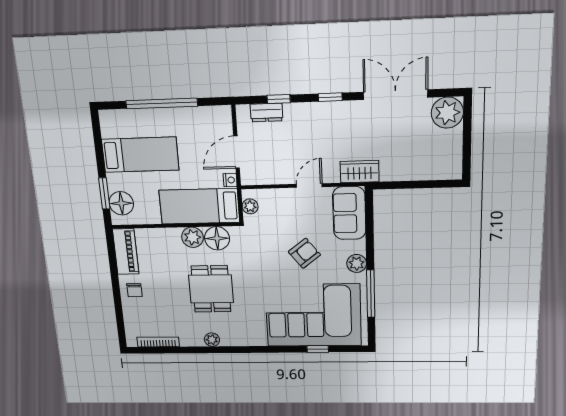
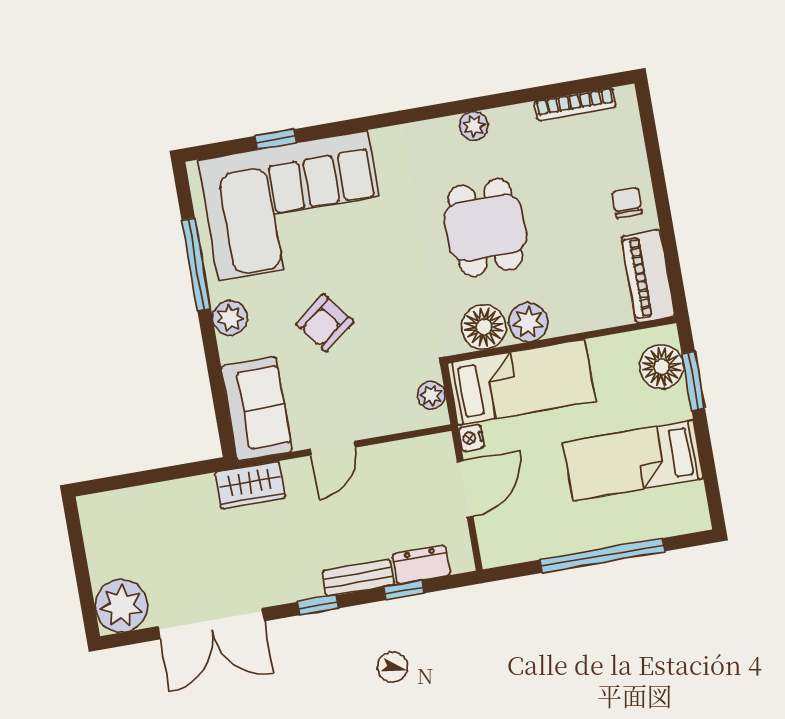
bench: (304, 110) -> (358, 578), added

